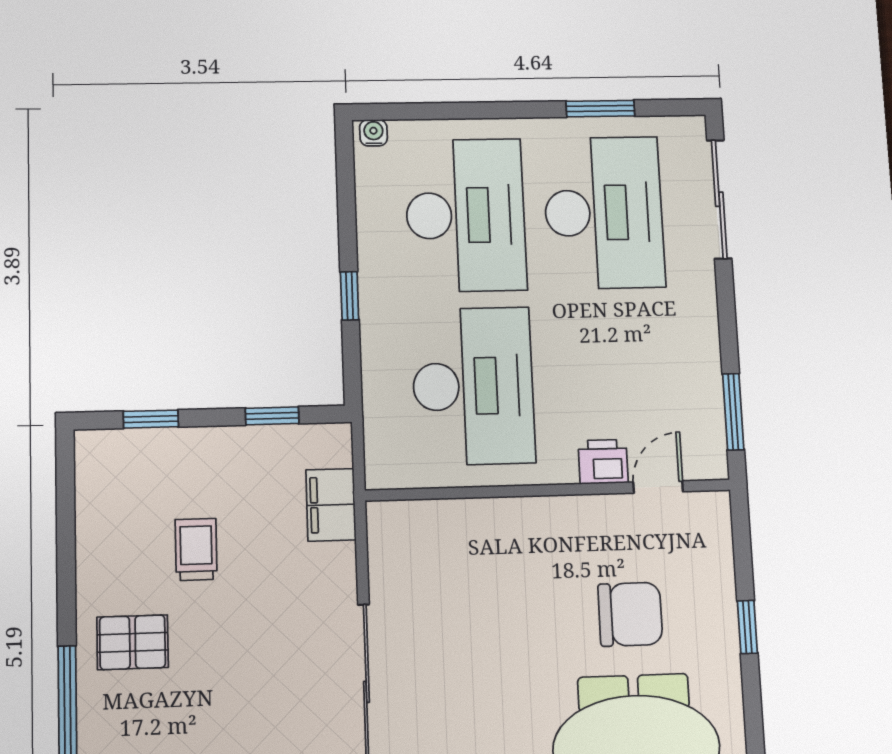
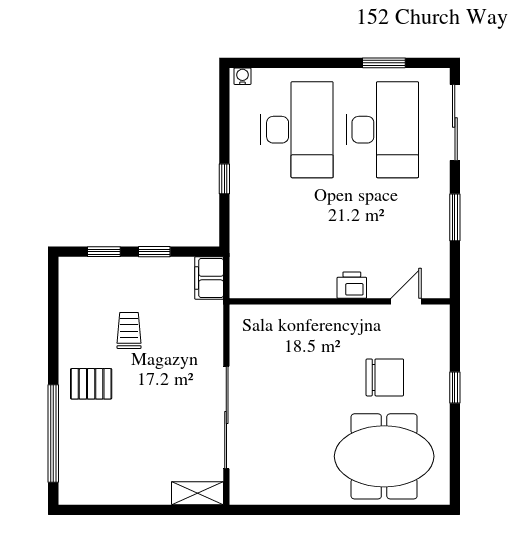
desk: (473, 386) -> (297, 236), removed
window: (733, 412) -> (455, 217), moved
window: (272, 416) -> (154, 252), moved
printer: (603, 462) -> (352, 285), moved
filing cabinet: (331, 505) -> (209, 278), moved

